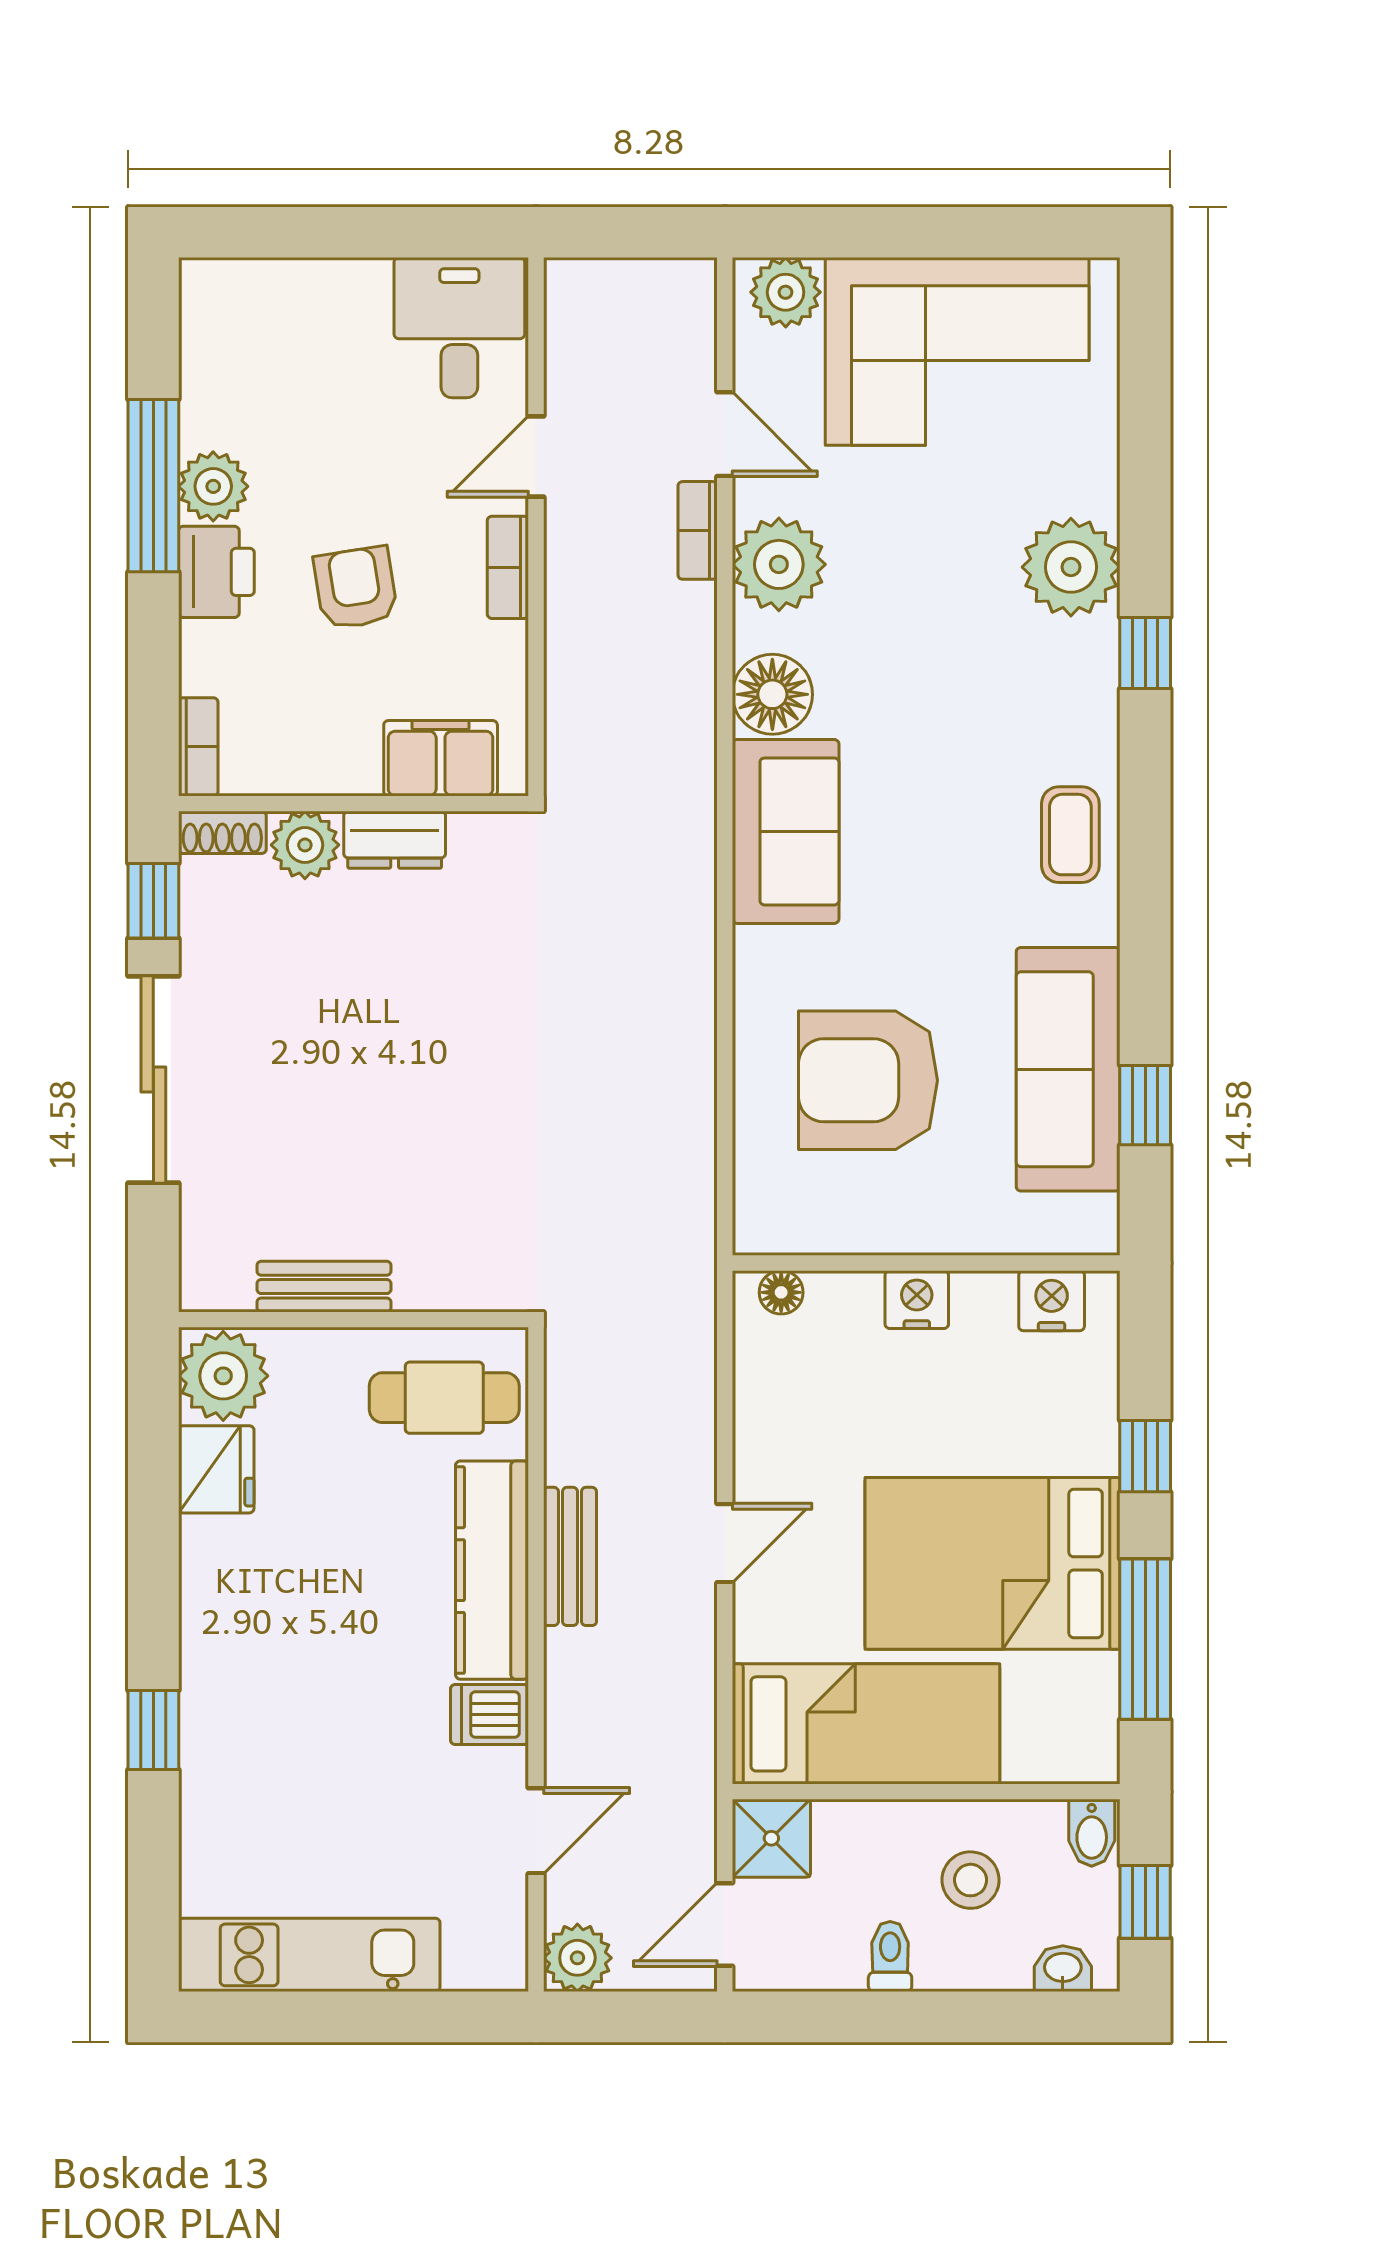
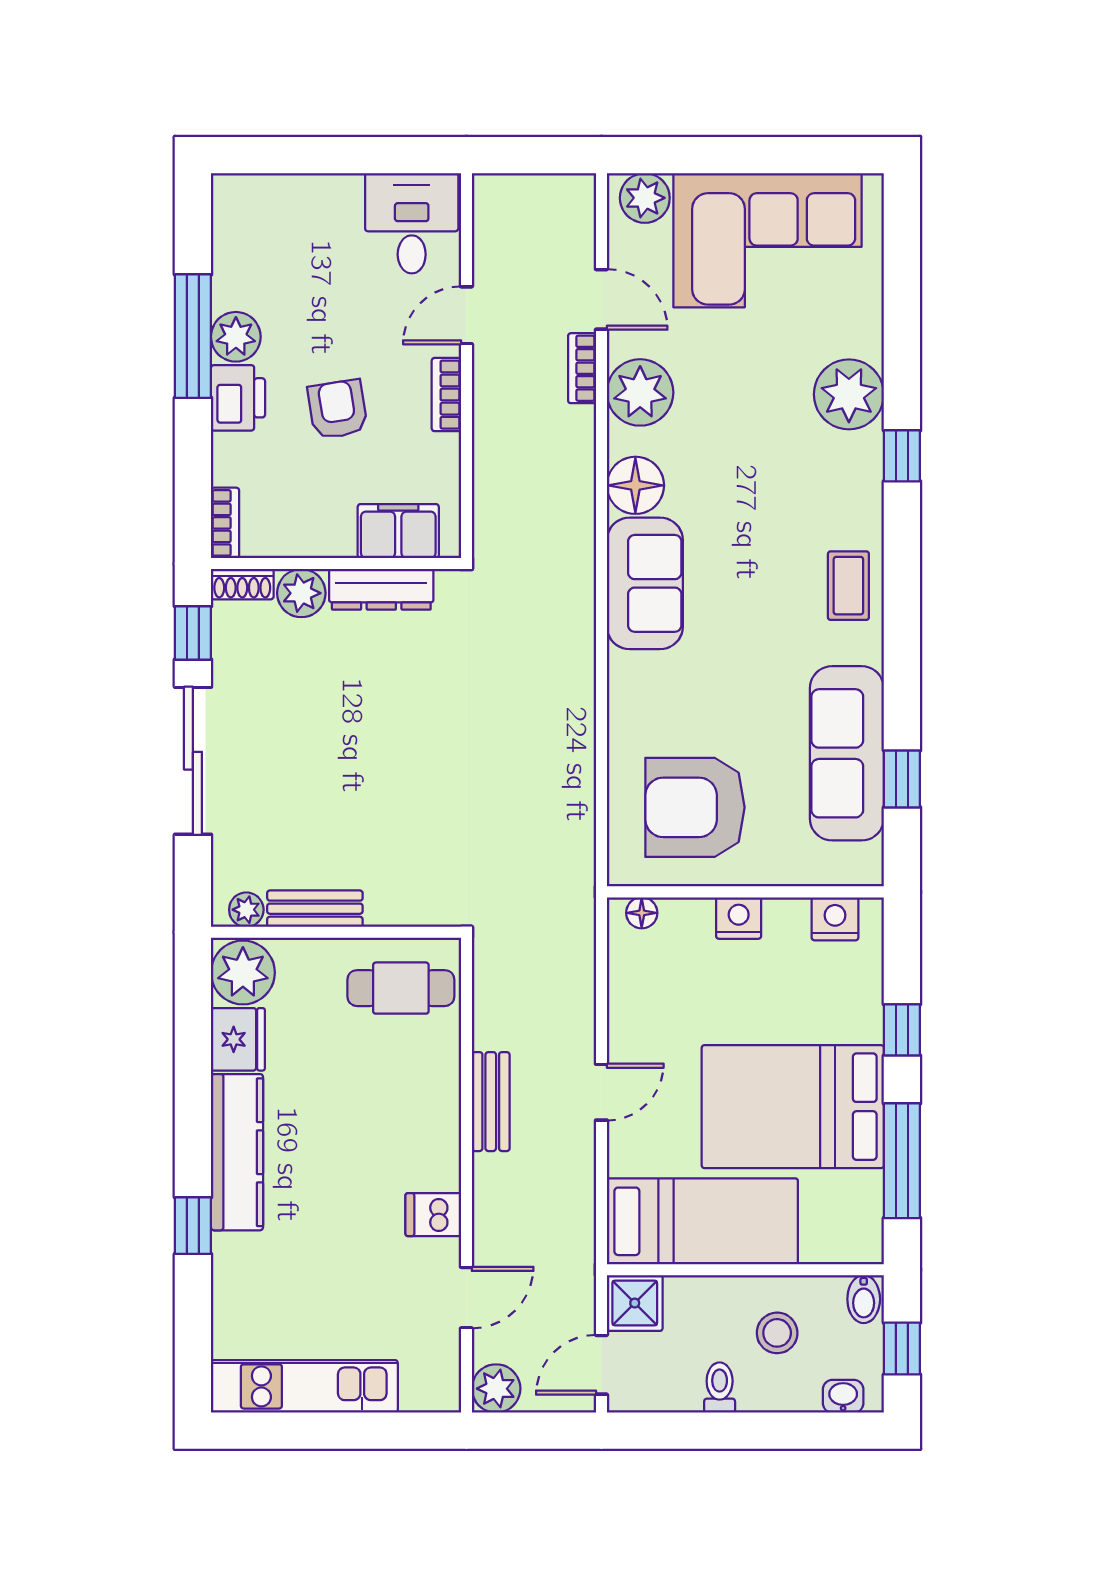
dresser: (395, 840) -> (381, 589), width x1.44
armchair: (868, 1080) -> (695, 807), moved
plant: (228, 1288) -> (246, 910), added
kitchen counter: (492, 1570) -> (237, 1152), moved, turned 180

